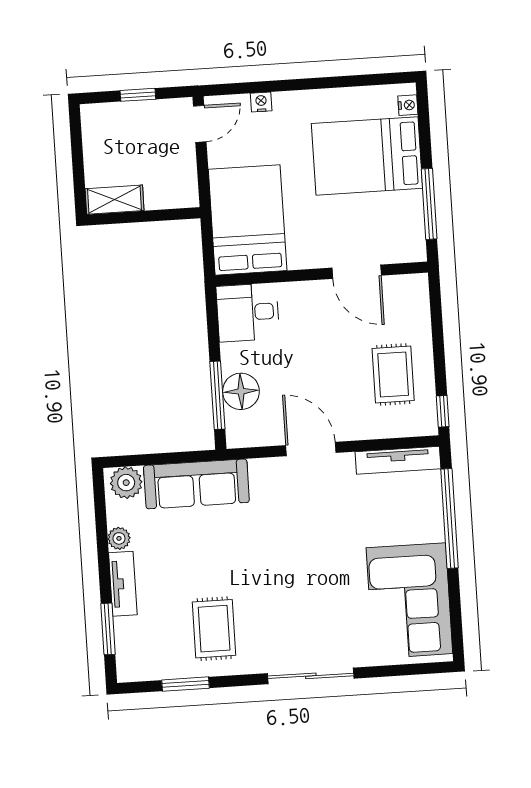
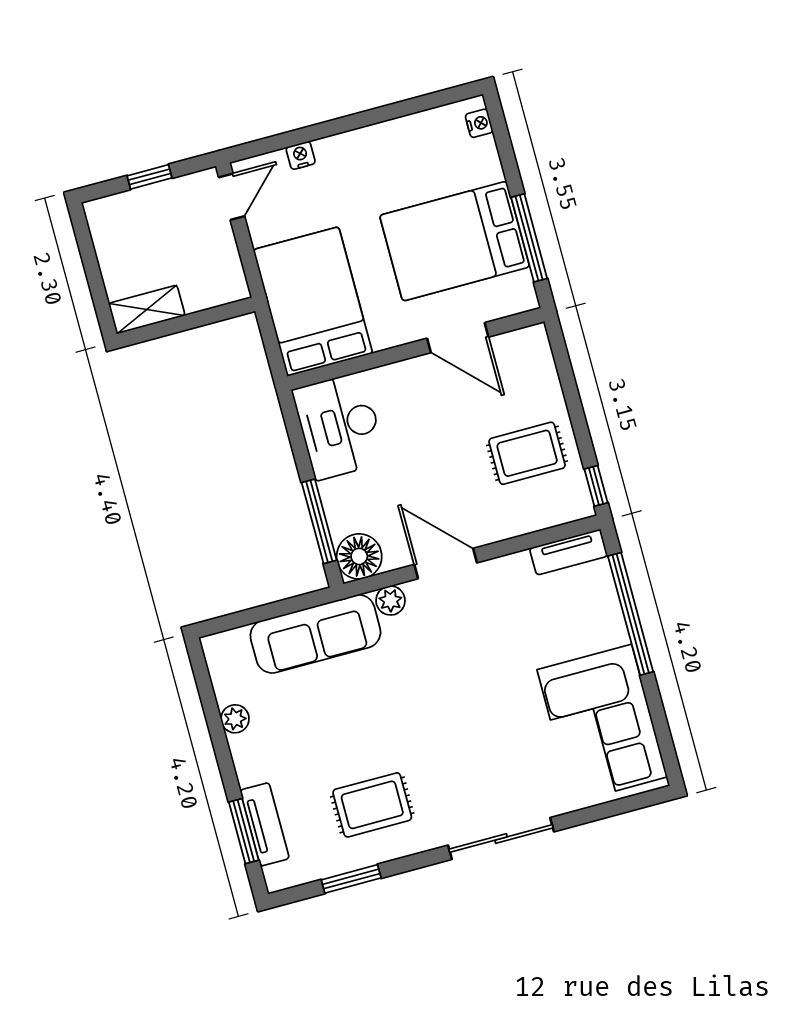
bed: (367, 156) -> (455, 241), moved
desk: (248, 312) -> (339, 426), width x1.37
rug: (393, 375) -> (527, 453), turned 90
floor lamp: (241, 391) -> (359, 556), moved
tv unit: (398, 460) -> (569, 552), width x0.71
plant: (126, 483) -> (390, 601), moved, width x0.73, depth x0.73
tv unit: (123, 584) -> (265, 824), moved
rug: (214, 629) -> (372, 805), turned 90

